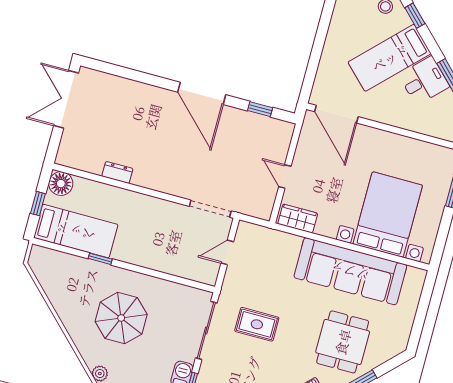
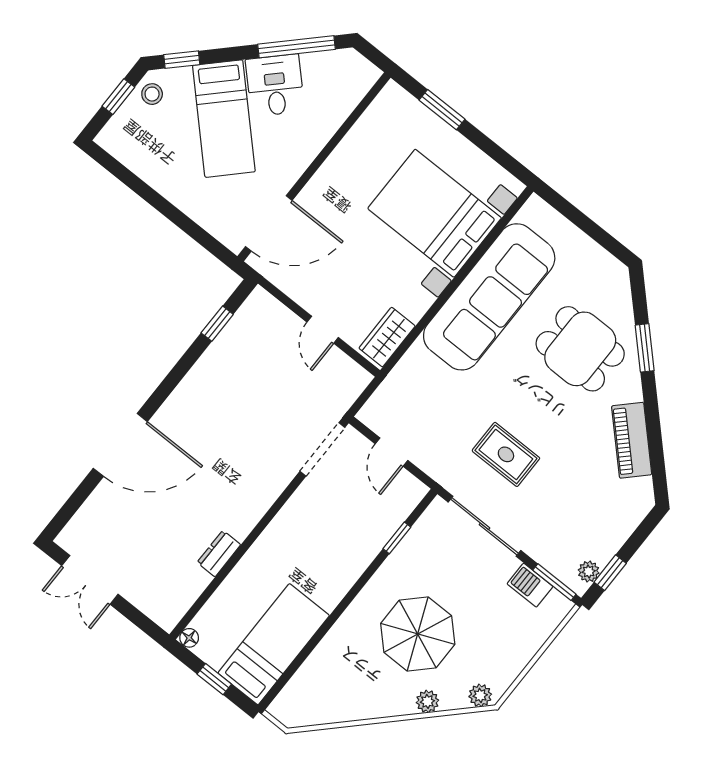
door: (202, 93) -> (120, 445), moved
double door: (66, 99) -> (90, 580), width x0.73
door: (285, 177) -> (323, 330), hinge flipped
floor lamp: (61, 184) -> (189, 638), width x0.53, depth x0.53
window: (100, 259) -> (397, 538), moved
rug: (257, 324) -> (506, 454), turned 90
plant: (82, 342) -> (427, 701), added

